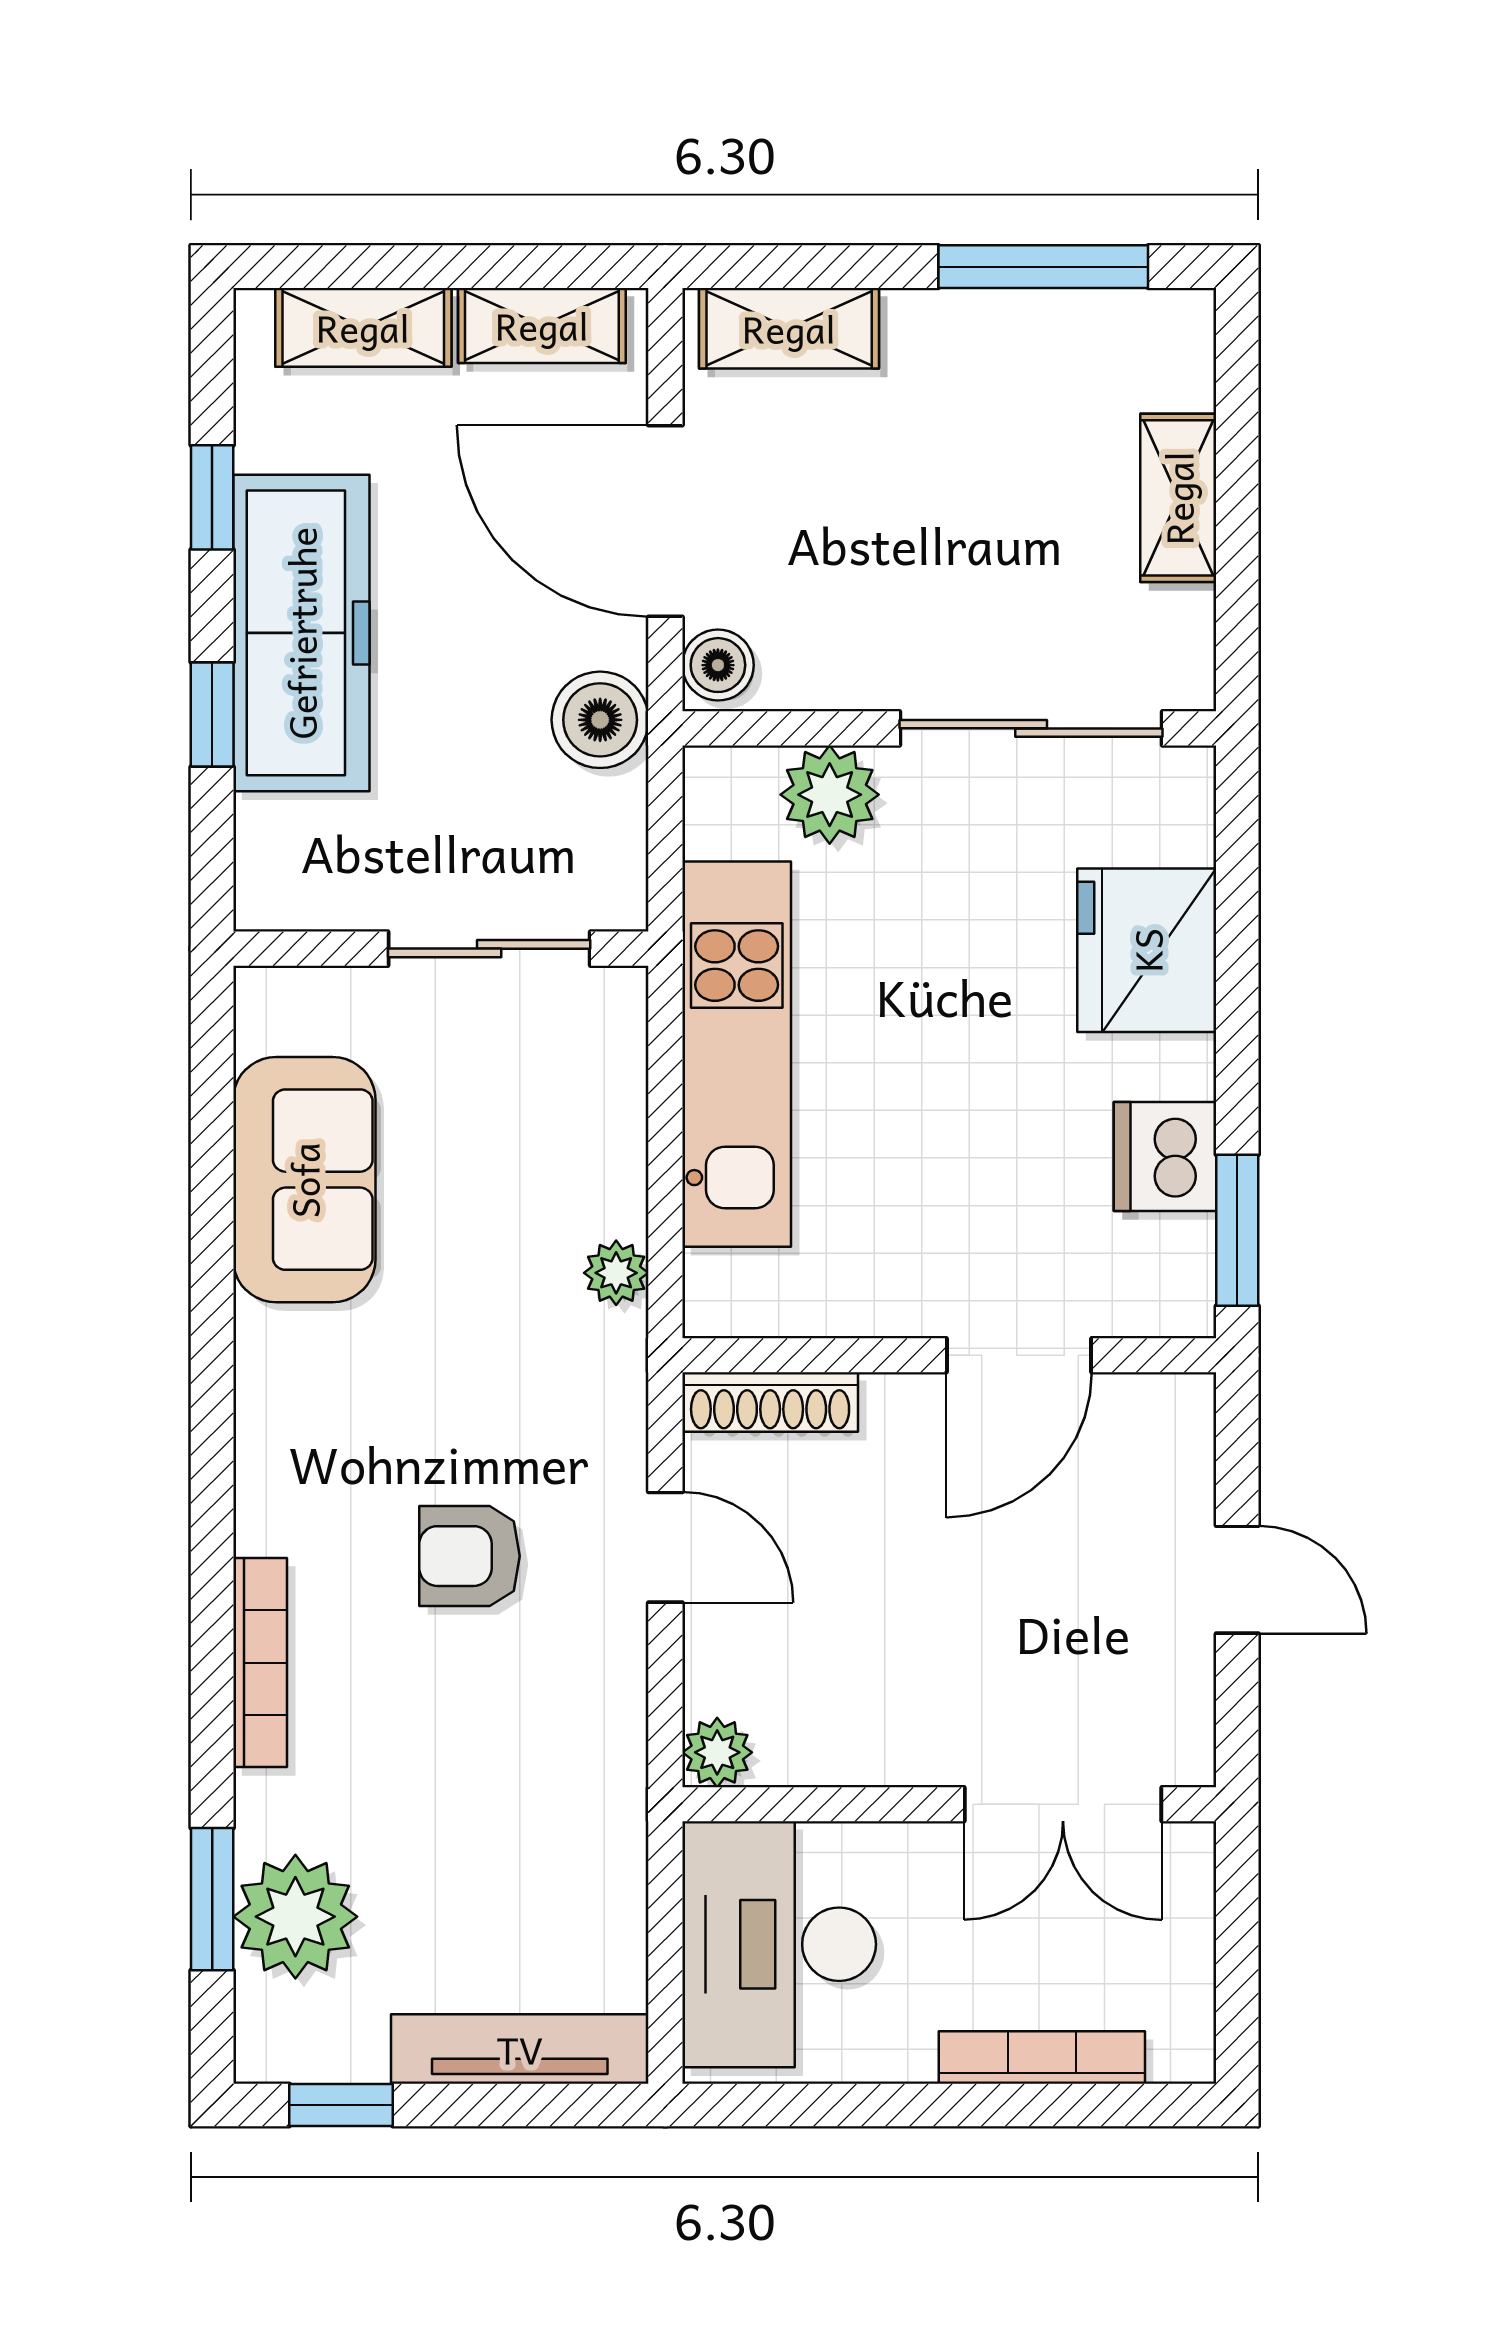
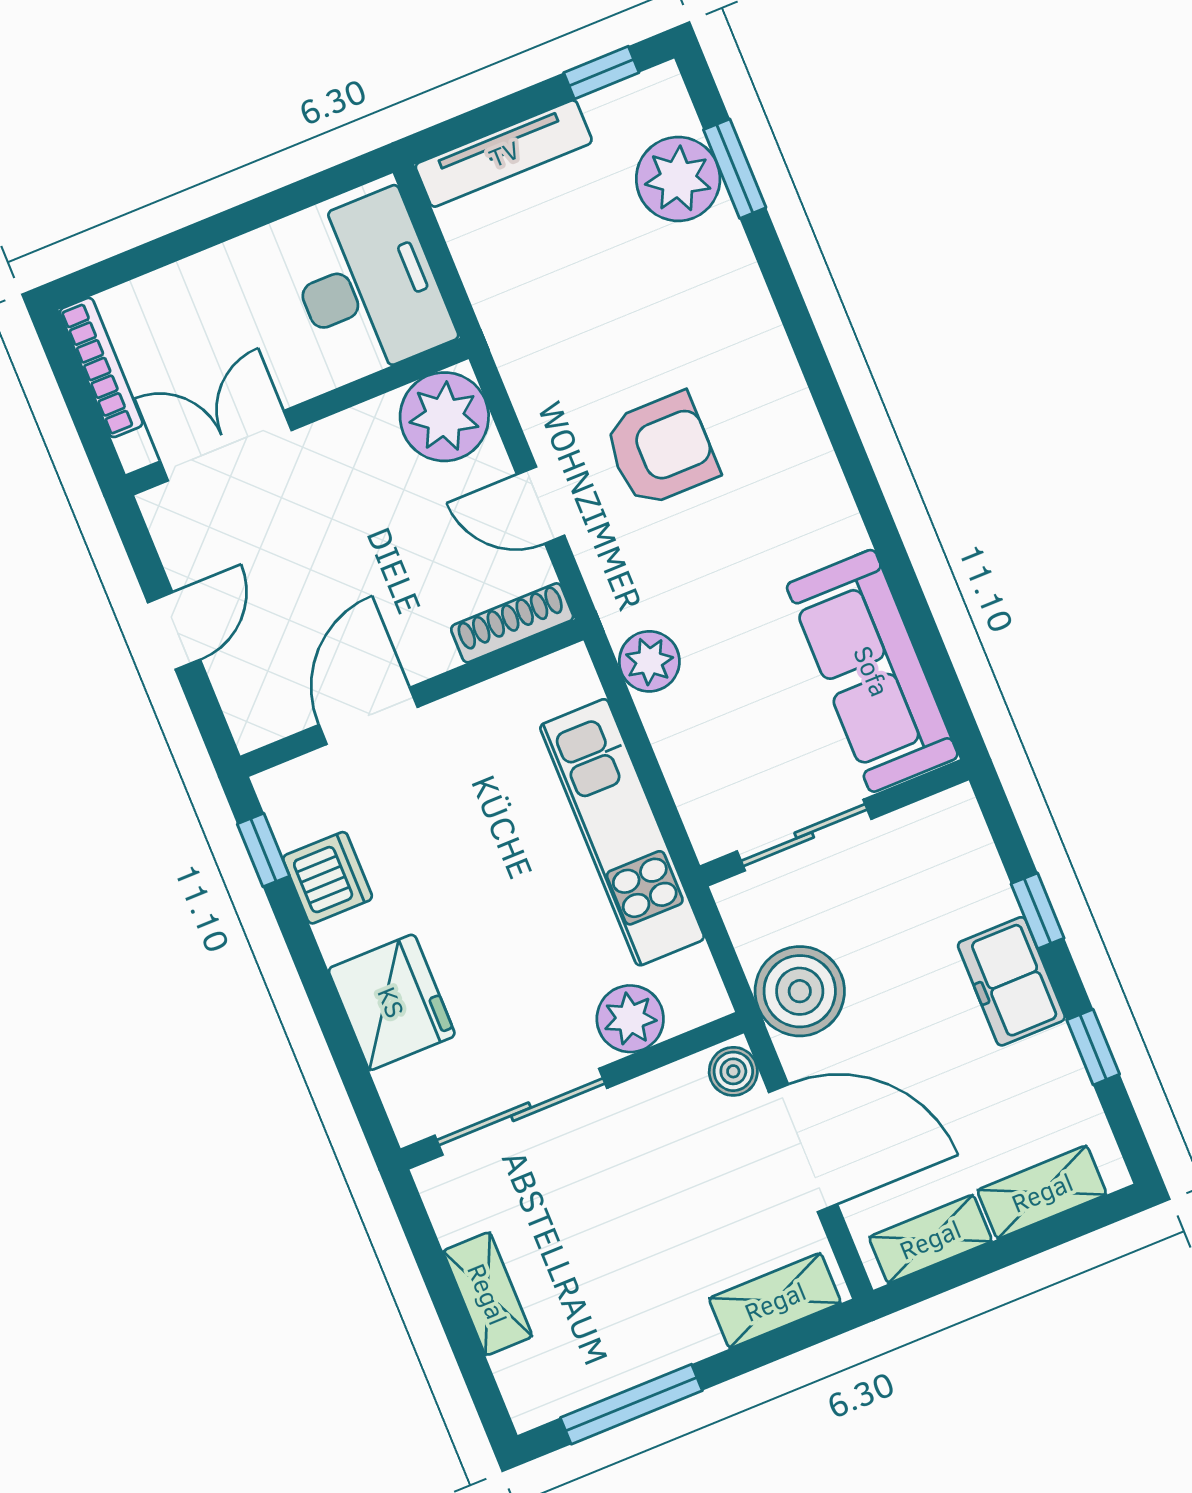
freezer: (301, 633) -> (1011, 981), width x0.52, depth x0.79
boiler: (600, 720) -> (800, 991), width x1.37, depth x1.37
sofa: (304, 1180) -> (872, 671), width x1.36
window: (1237, 1230) -> (263, 850), width x0.67
plant: (616, 1273) -> (649, 661), width x1.38, depth x1.38
armchair: (470, 1556) -> (661, 449), width x1.38, depth x1.38
door: (1237, 1580) -> (174, 631), swing flipped
bookcase: (260, 1663) -> (765, 329), removed
plant: (717, 1752) -> (444, 417), width x1.88, depth x1.88
bookcase: (1042, 2057) -> (101, 367), moved, turned -90

